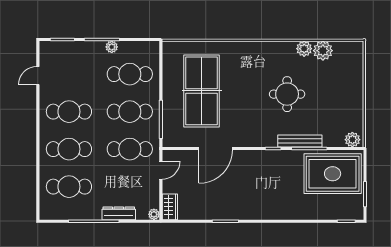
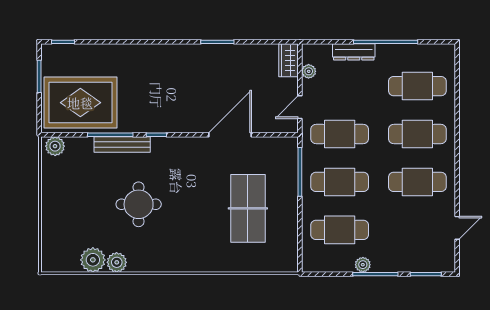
table tennis table: (202, 91) -> (248, 208), width x0.73, depth x0.76
plant: (154, 214) -> (309, 71), moved

